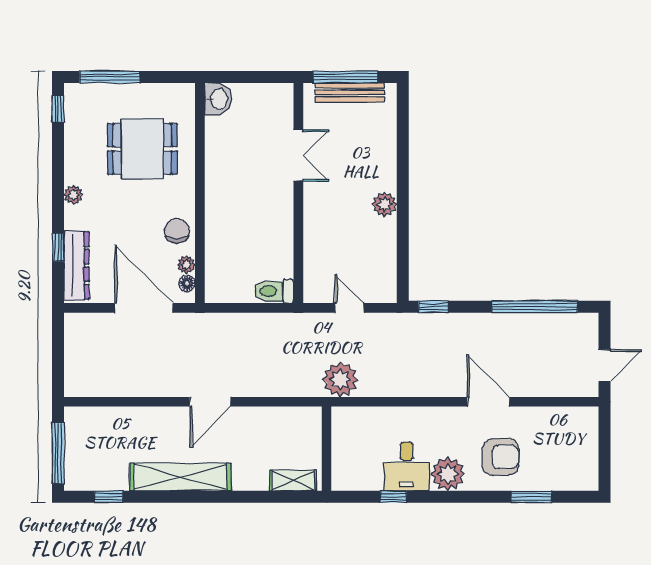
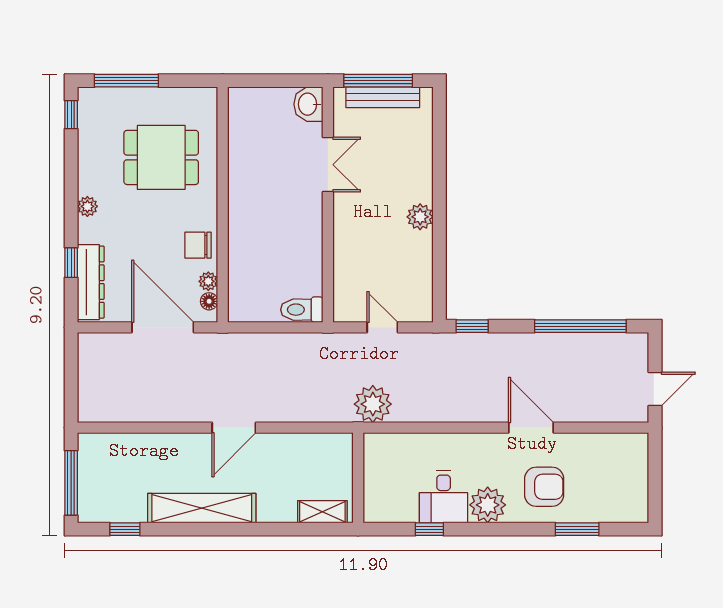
washbasin: (218, 99) -> (308, 104), moved, turned 180
chair: (177, 231) -> (198, 245), turned -90

